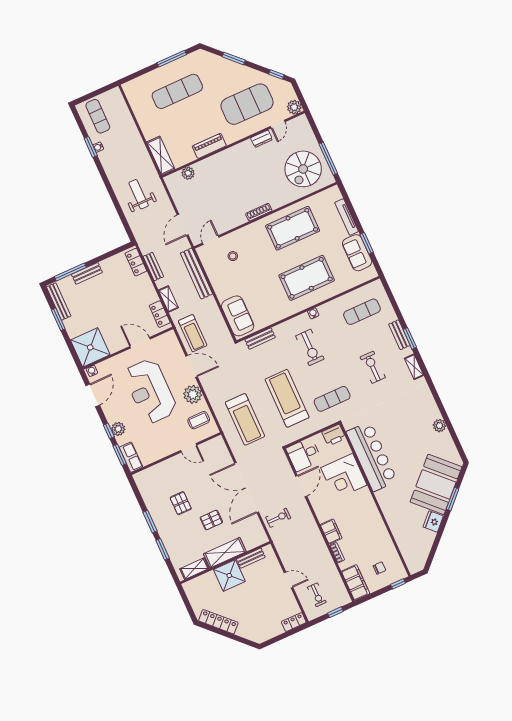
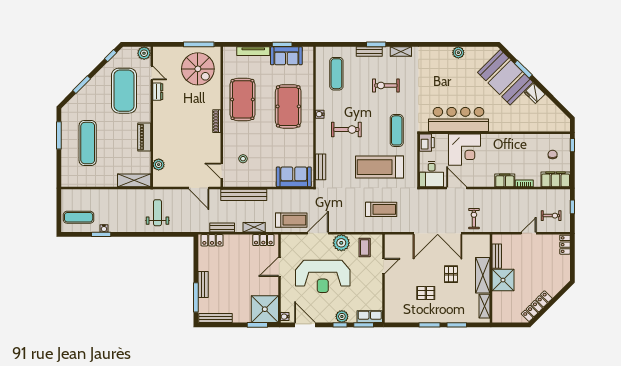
weight bench: (139, 194) -> (157, 213), turned 90
window: (58, 319) -> (257, 325), moved
treadmill: (245, 419) -> (381, 209), width x0.73, depth x0.73

